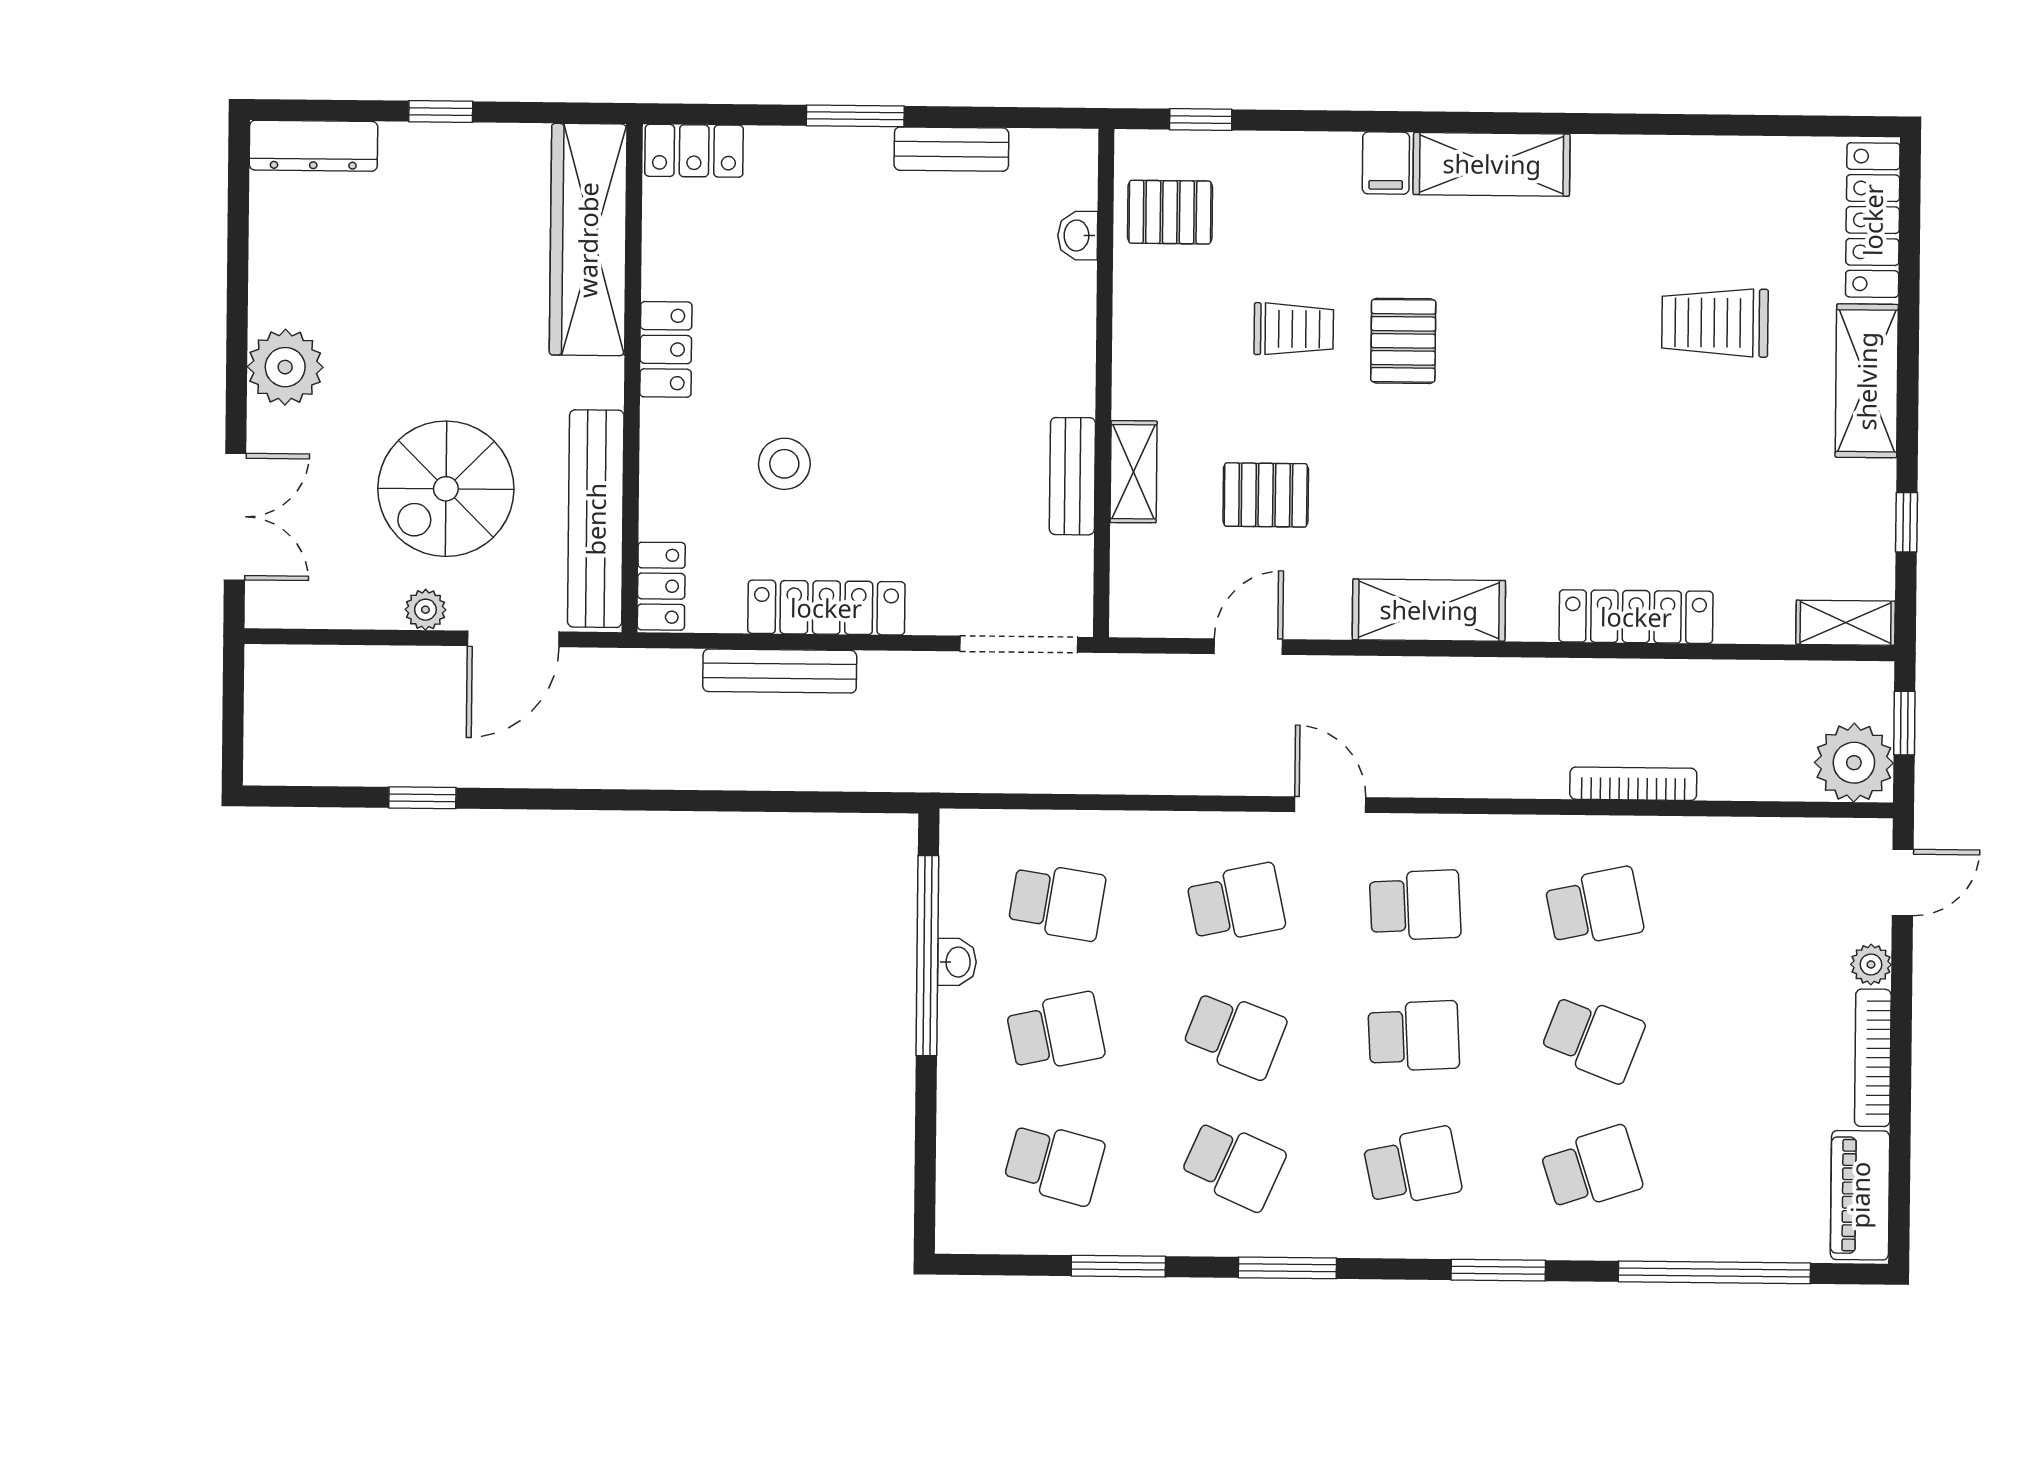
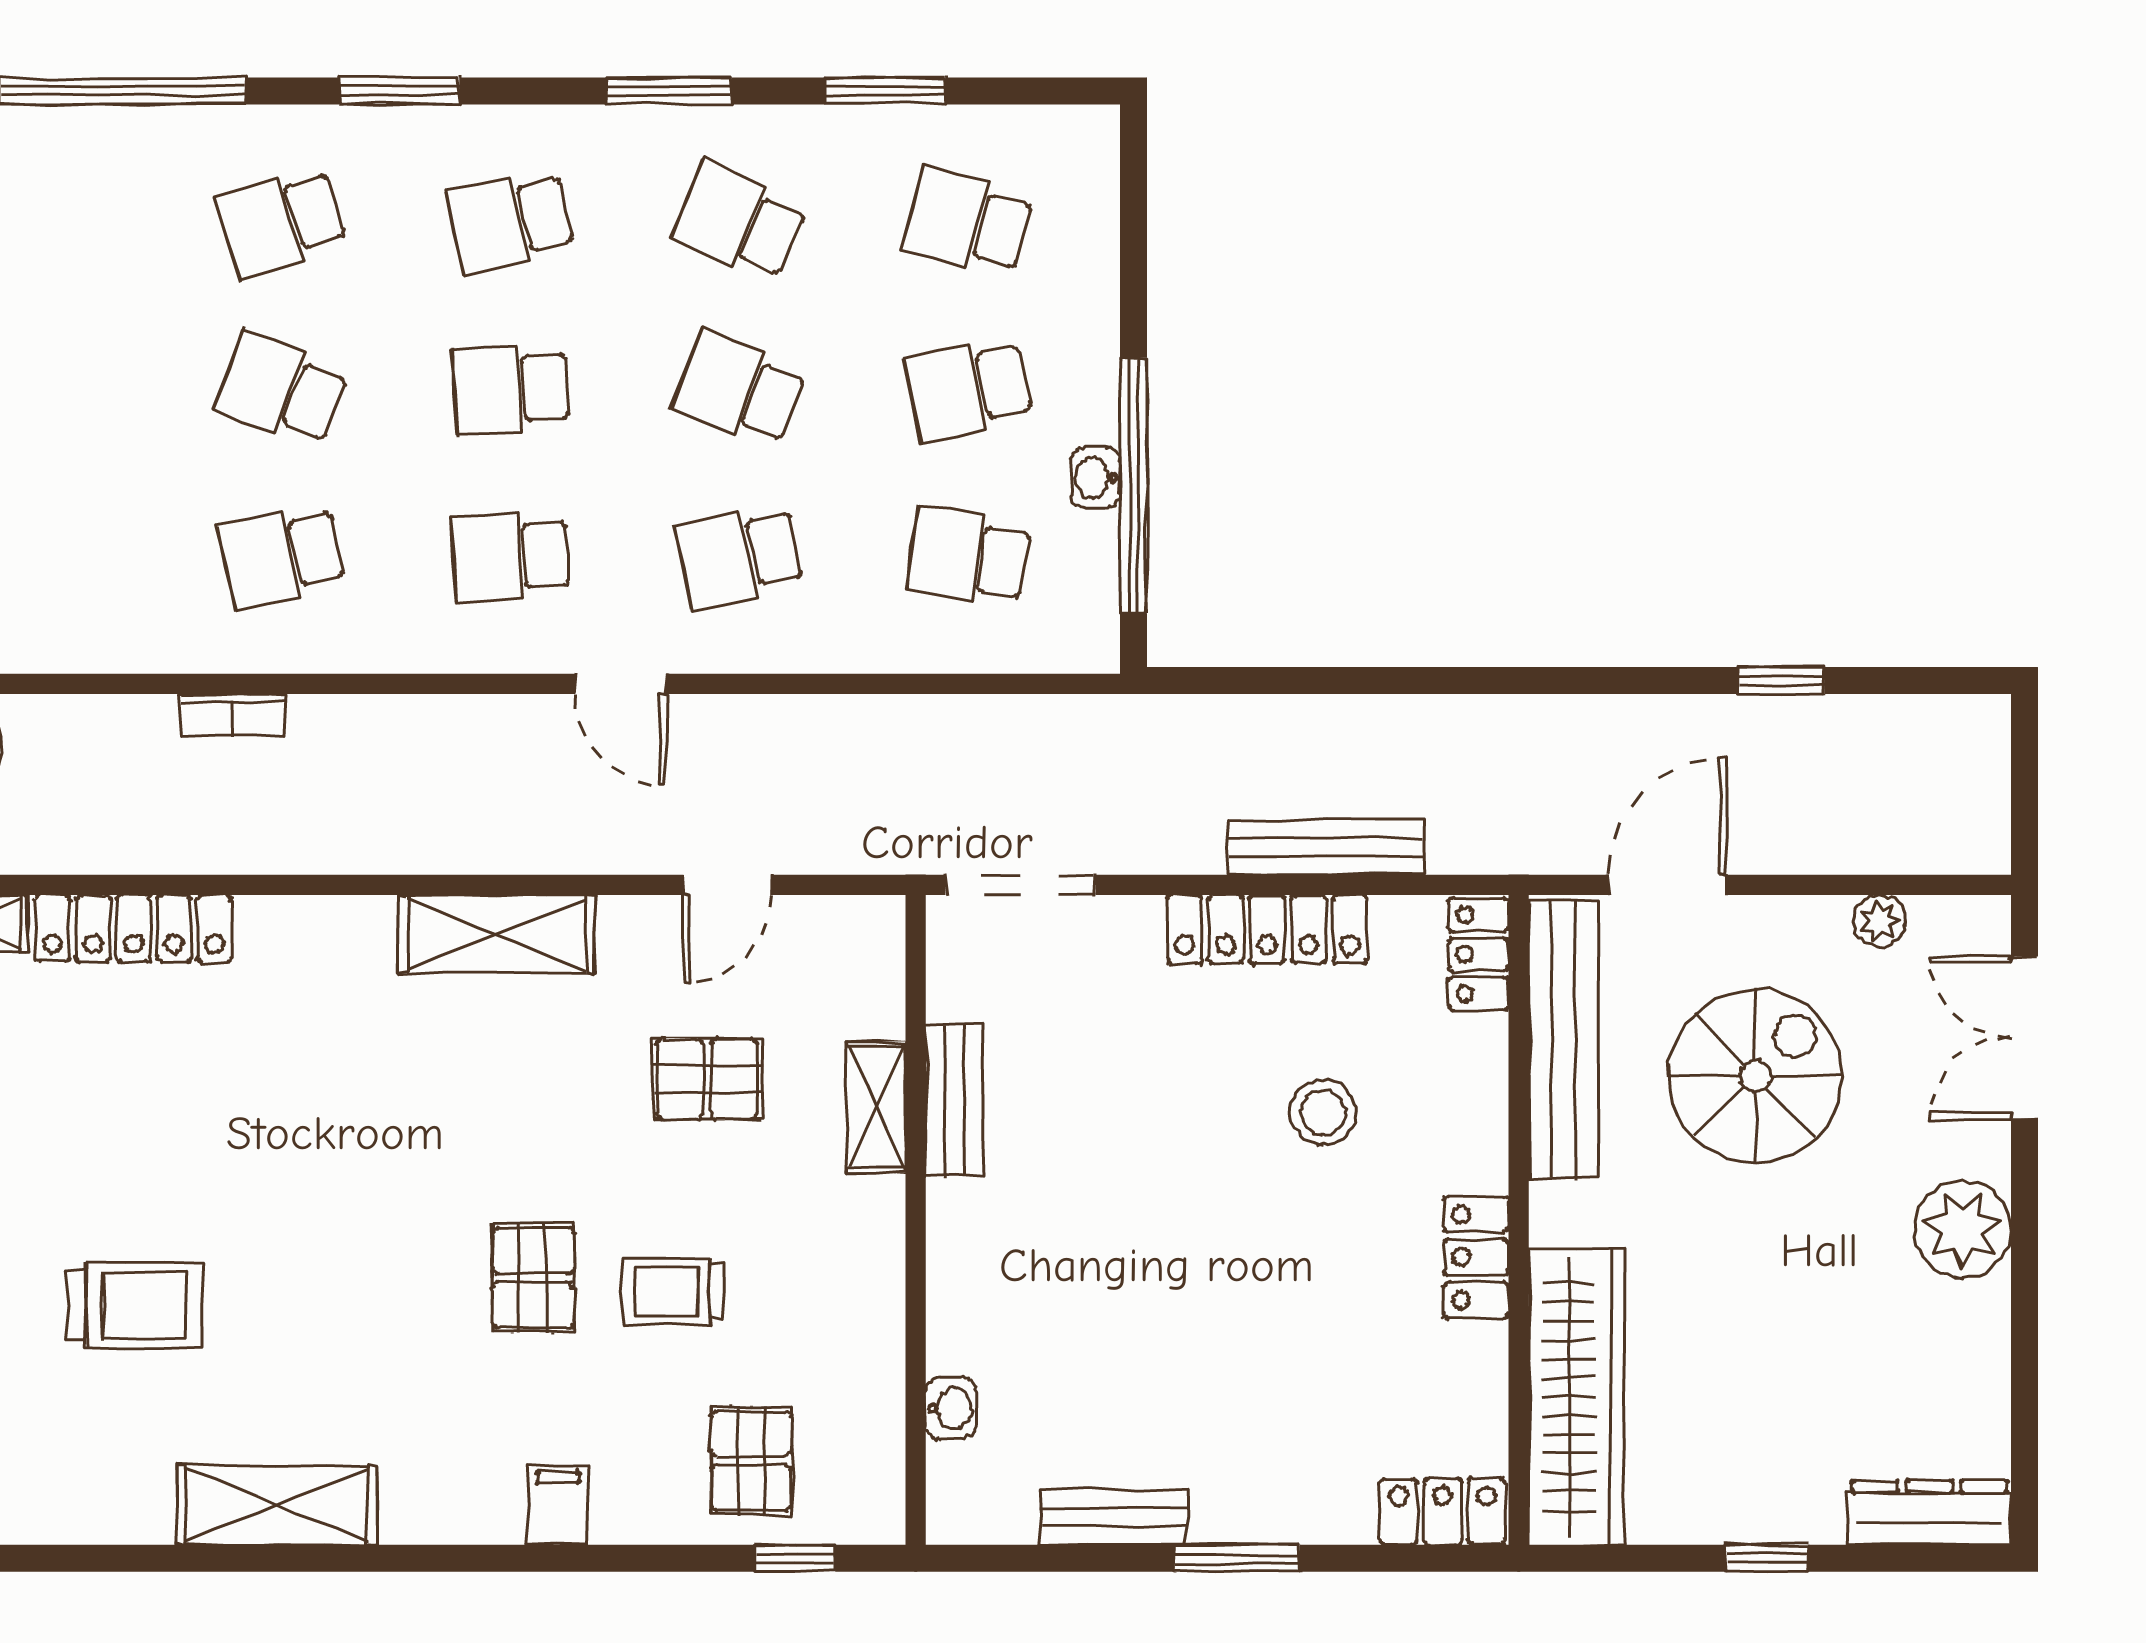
shelving: (1492, 164) -> (277, 1505), moved
pallet: (1170, 212) -> (751, 1461), moved, turned 90
plant: (425, 610) -> (1880, 921), moved
locker: (1636, 617) -> (134, 928), moved
bookcase: (1633, 784) -> (233, 715), width x0.64

